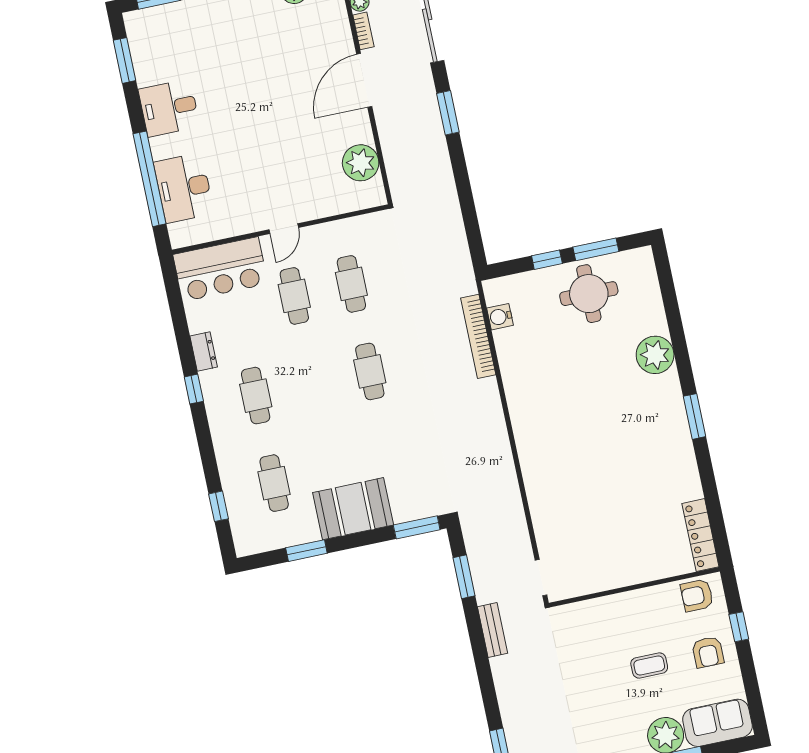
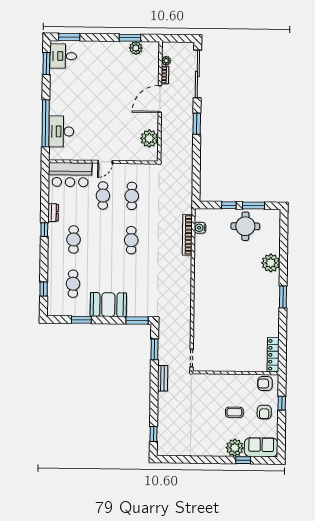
desk: (169, 108) -> (63, 56), moved

